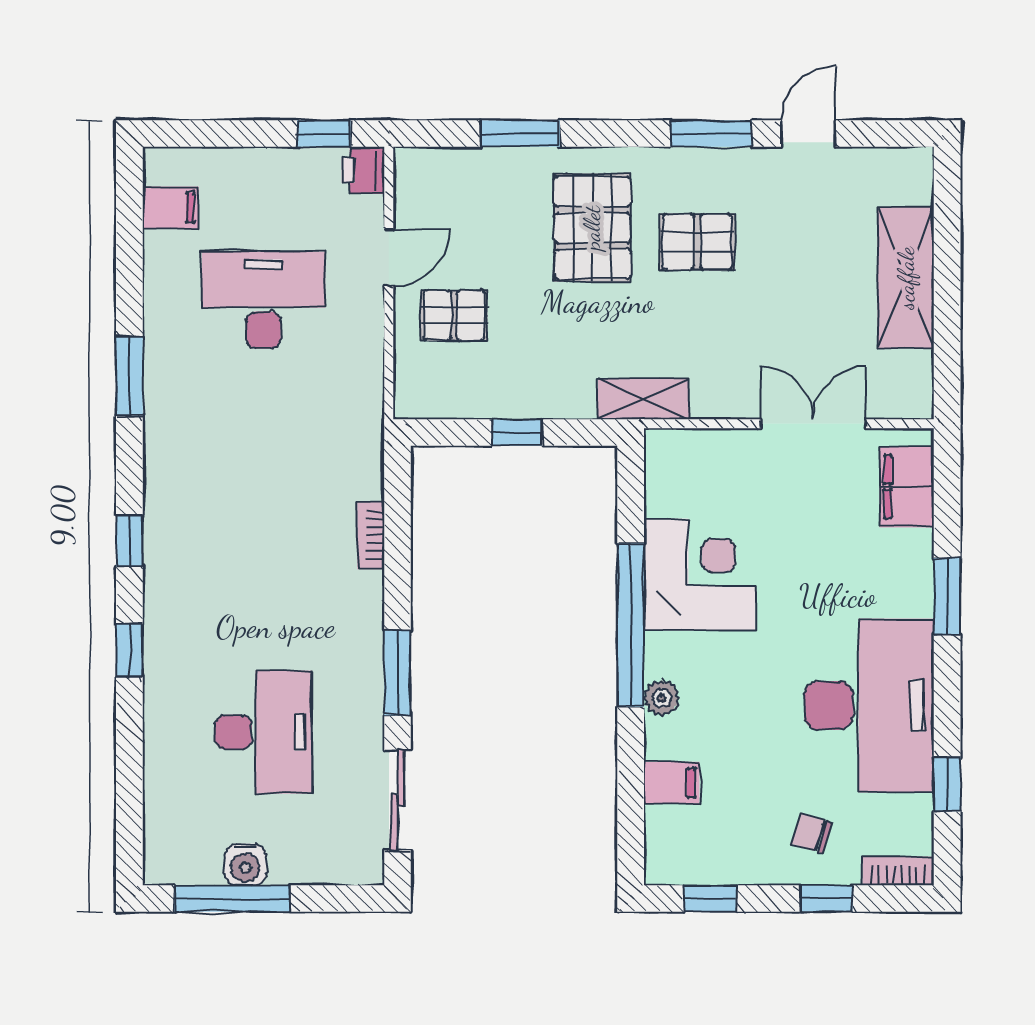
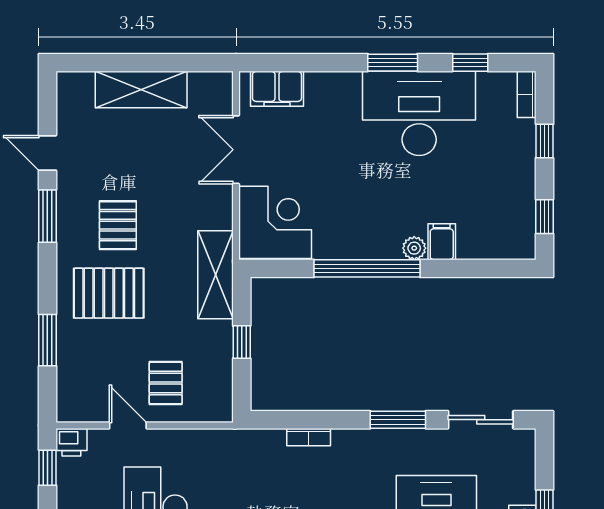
shelving: (643, 399) -> (215, 275), width x1.50, depth x1.33
corner desk: (700, 574) -> (275, 222), moved, turned 90
window: (947, 596) -> (393, 63), moved
filing cabinet: (672, 783) -> (442, 242), moved
chair: (812, 833) -> (502, 151), removed

